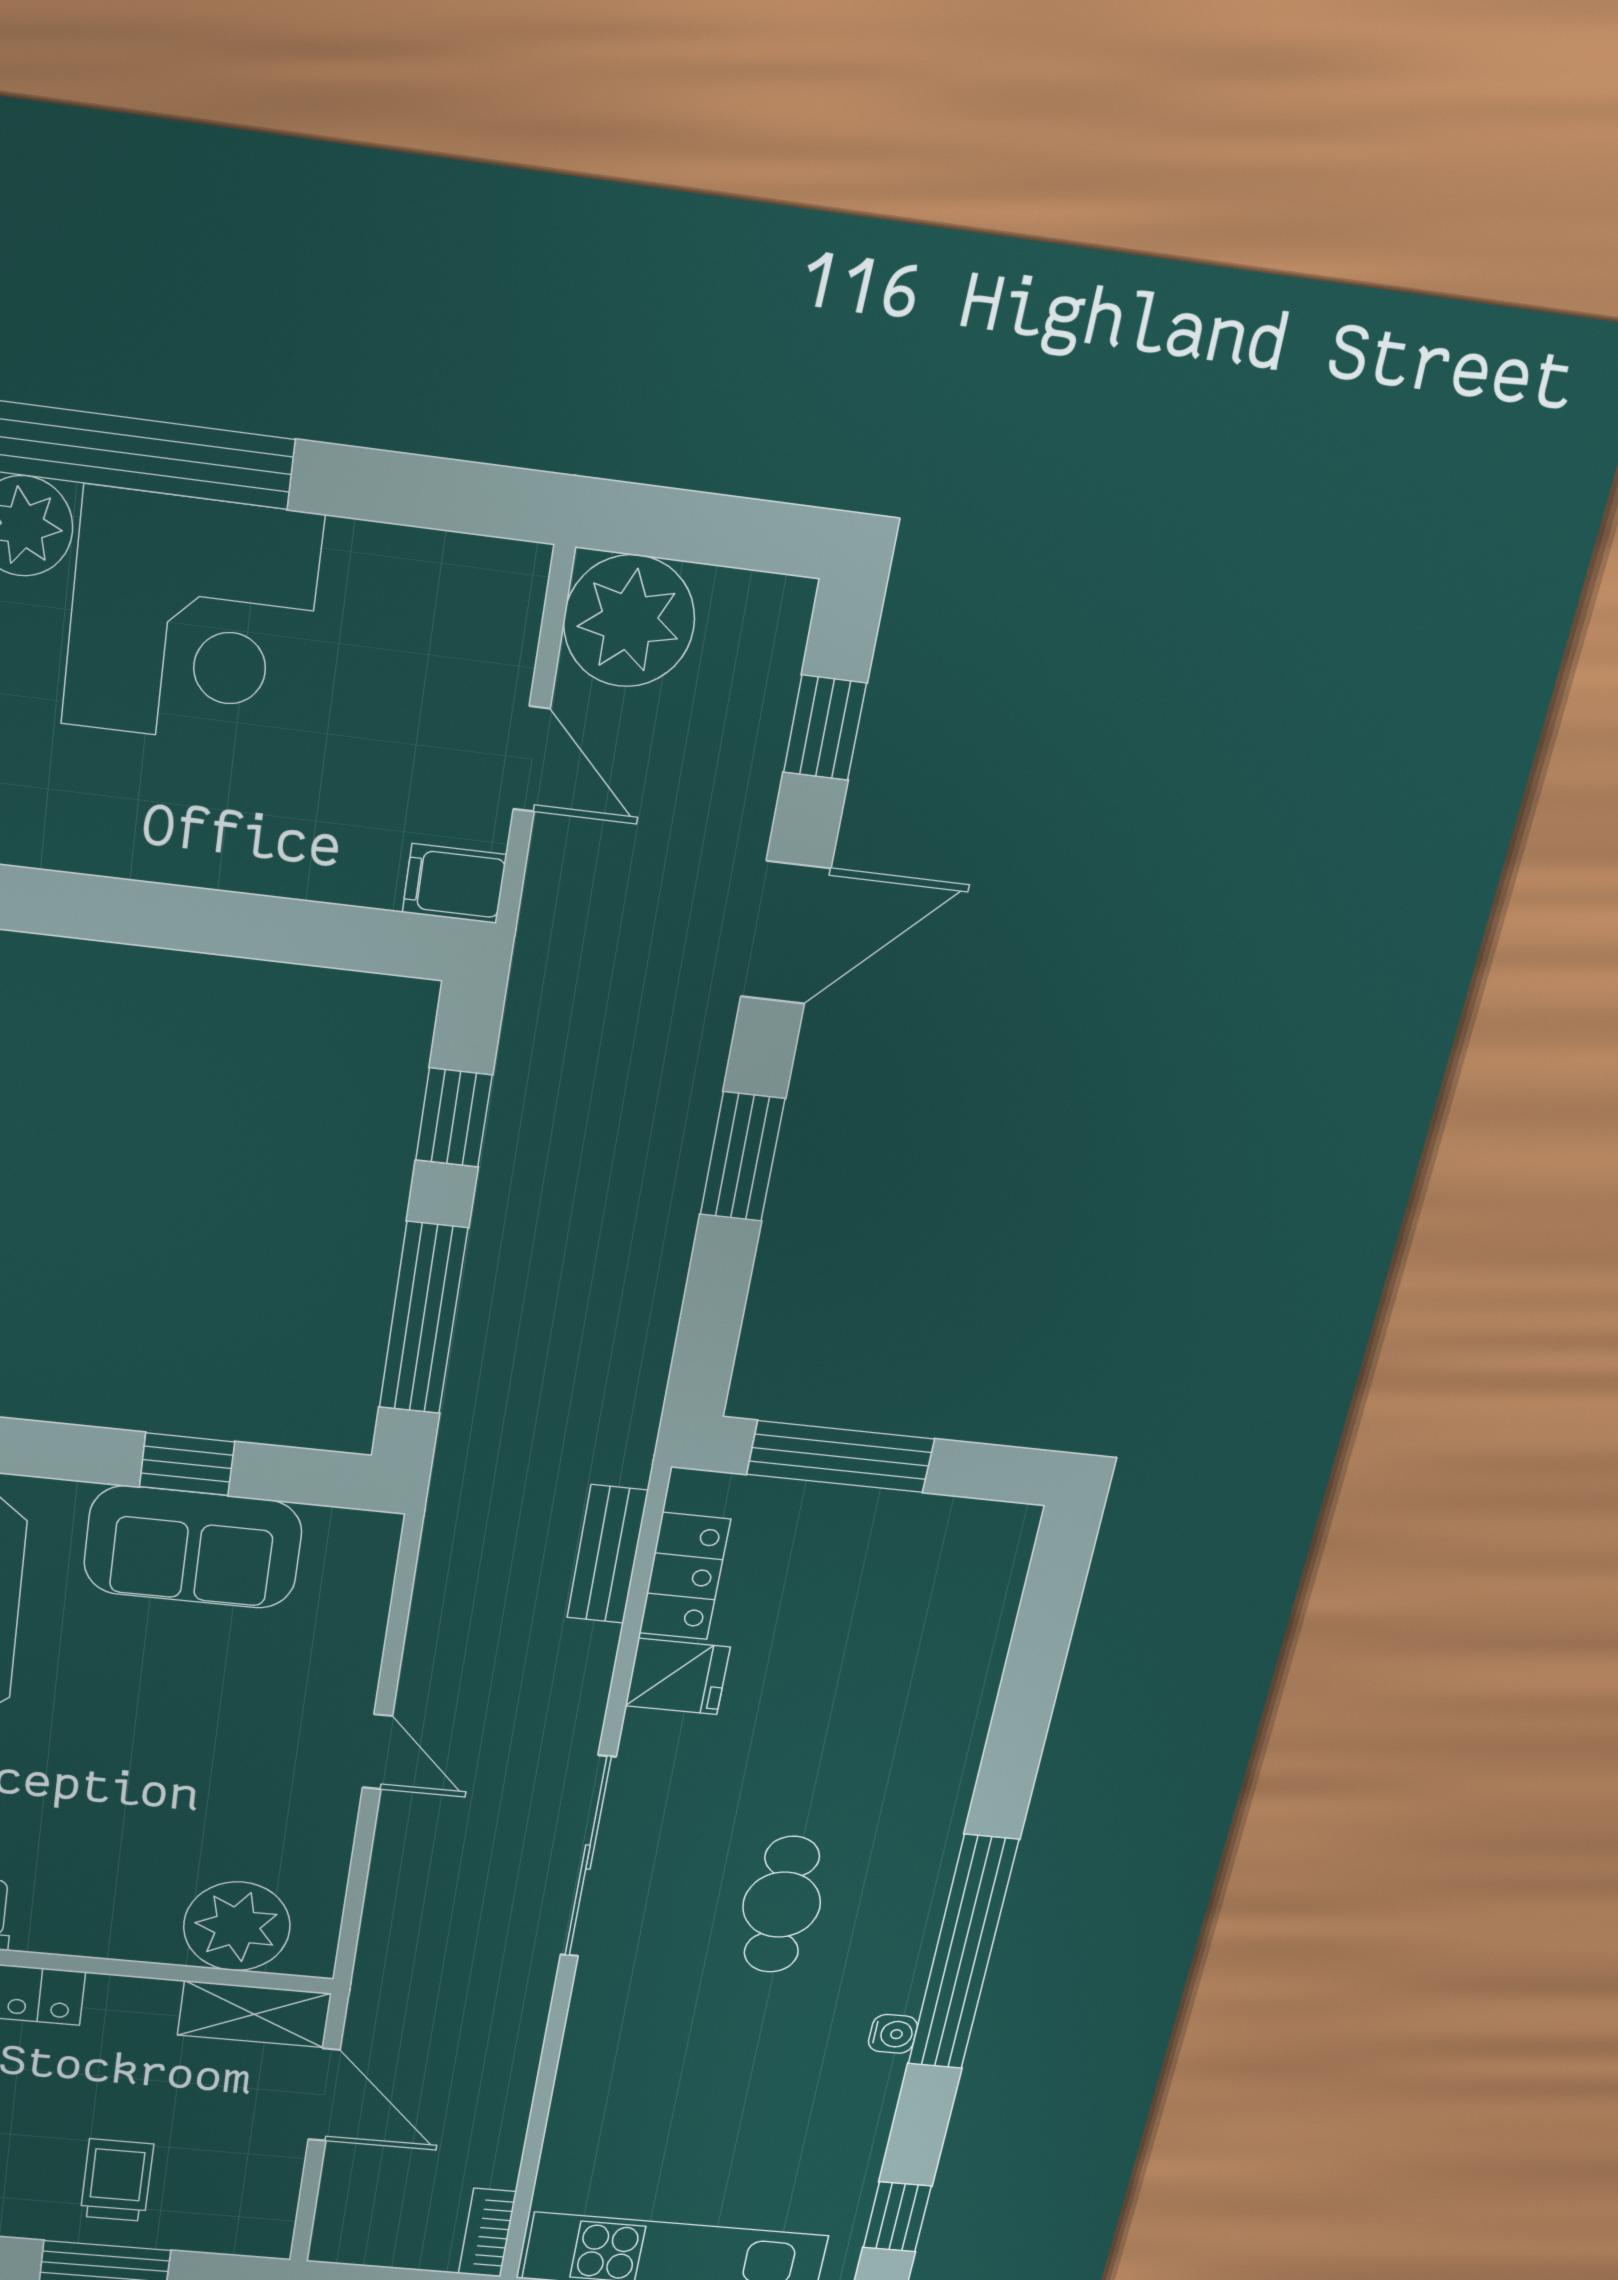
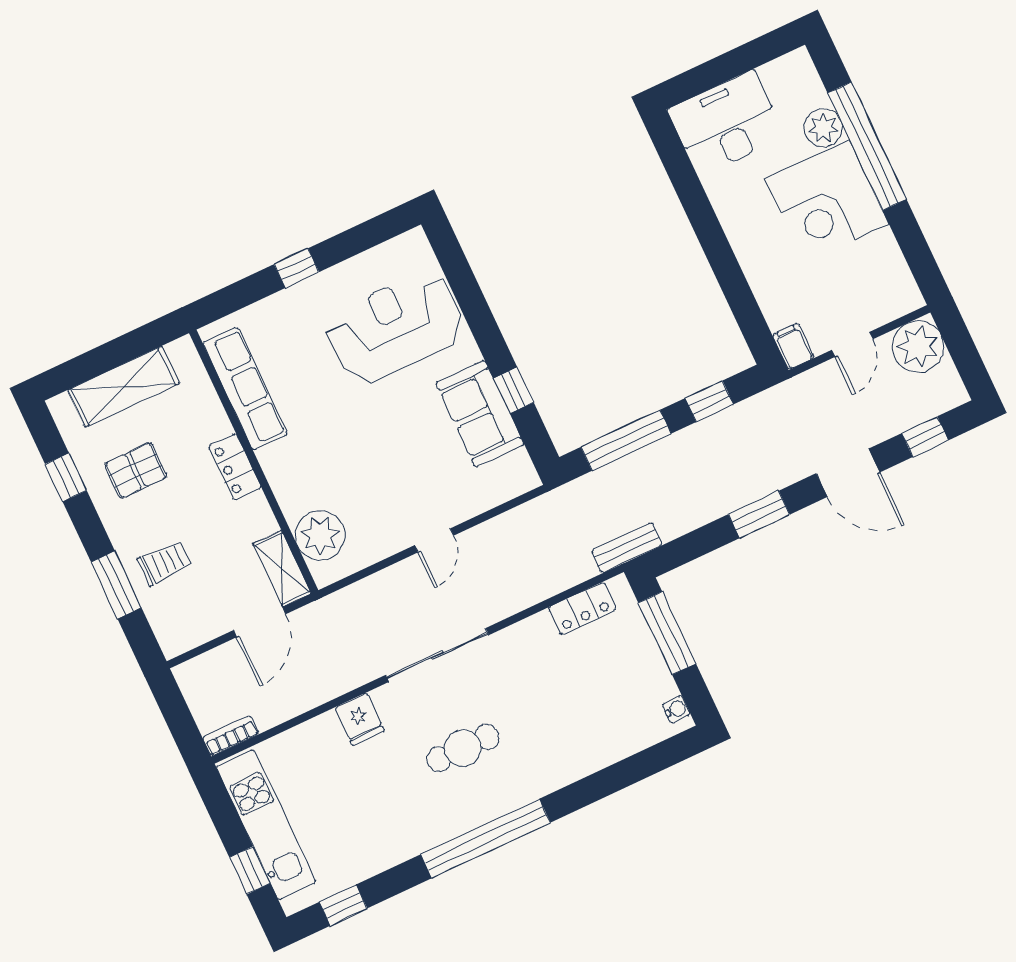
bench: (607, 1554) -> (627, 548), moved
fridge: (678, 1677) -> (360, 719), moved
water cooler: (893, 2034) -> (676, 709), moved, turned -90

